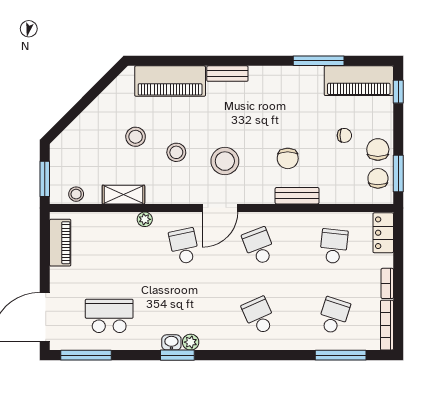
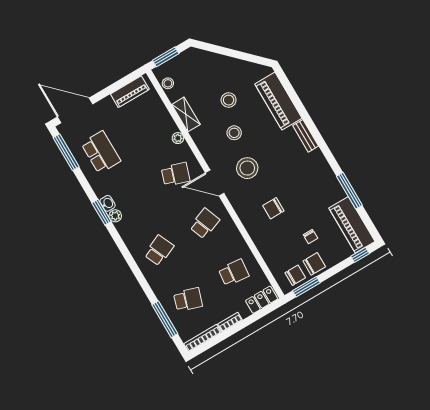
bench: (297, 196) -> (253, 229), removed
school desk: (184, 246) -> (176, 174), turned 30

